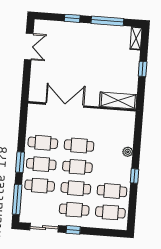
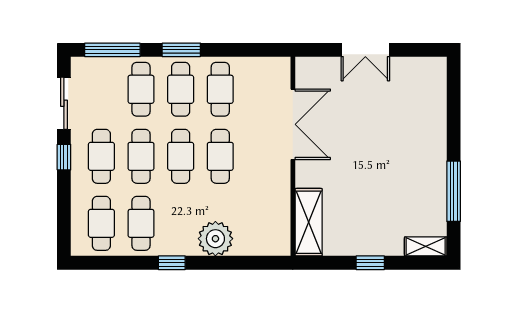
window: (72, 18) -> (454, 126), removed
double door: (29, 46) -> (365, 50), moved
plant: (128, 152) -> (215, 239), width x1.88, depth x1.88

